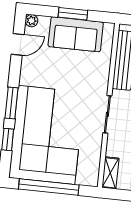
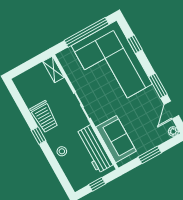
sofa: (76, 34) -> (116, 139), moved, turned 90
window: (11, 103) -> (158, 86), moved

